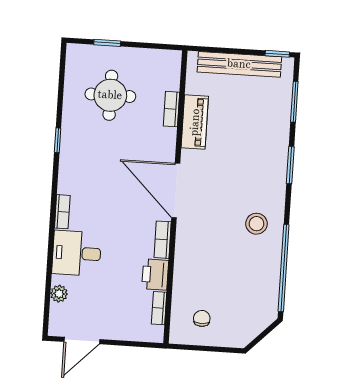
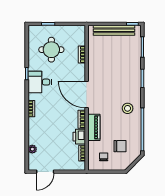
piano: (195, 122) -> (94, 127), moved
desk: (77, 253) -> (40, 82), moved
chair: (236, 299) -> (120, 146), added

